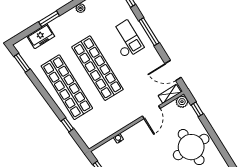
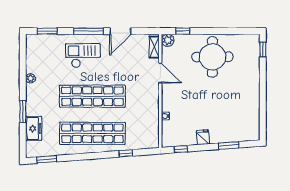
door: (173, 70) -> (120, 31), moved

